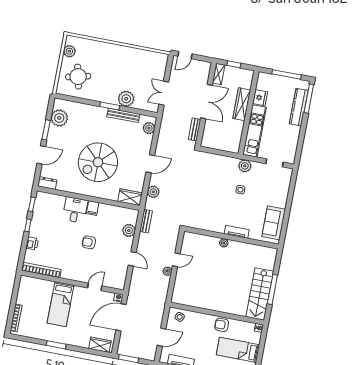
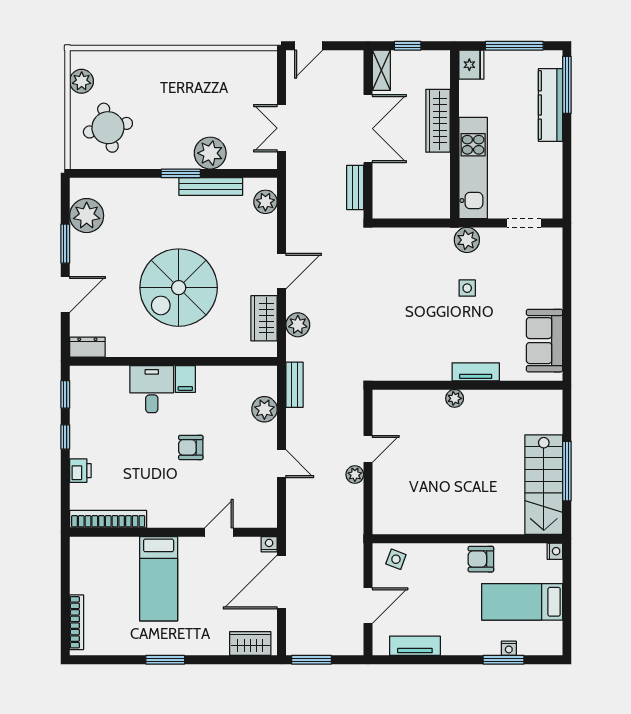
fridge: (260, 98) -> (471, 65), moved
wardrobe: (130, 197) -> (264, 318), moved, turned -90

